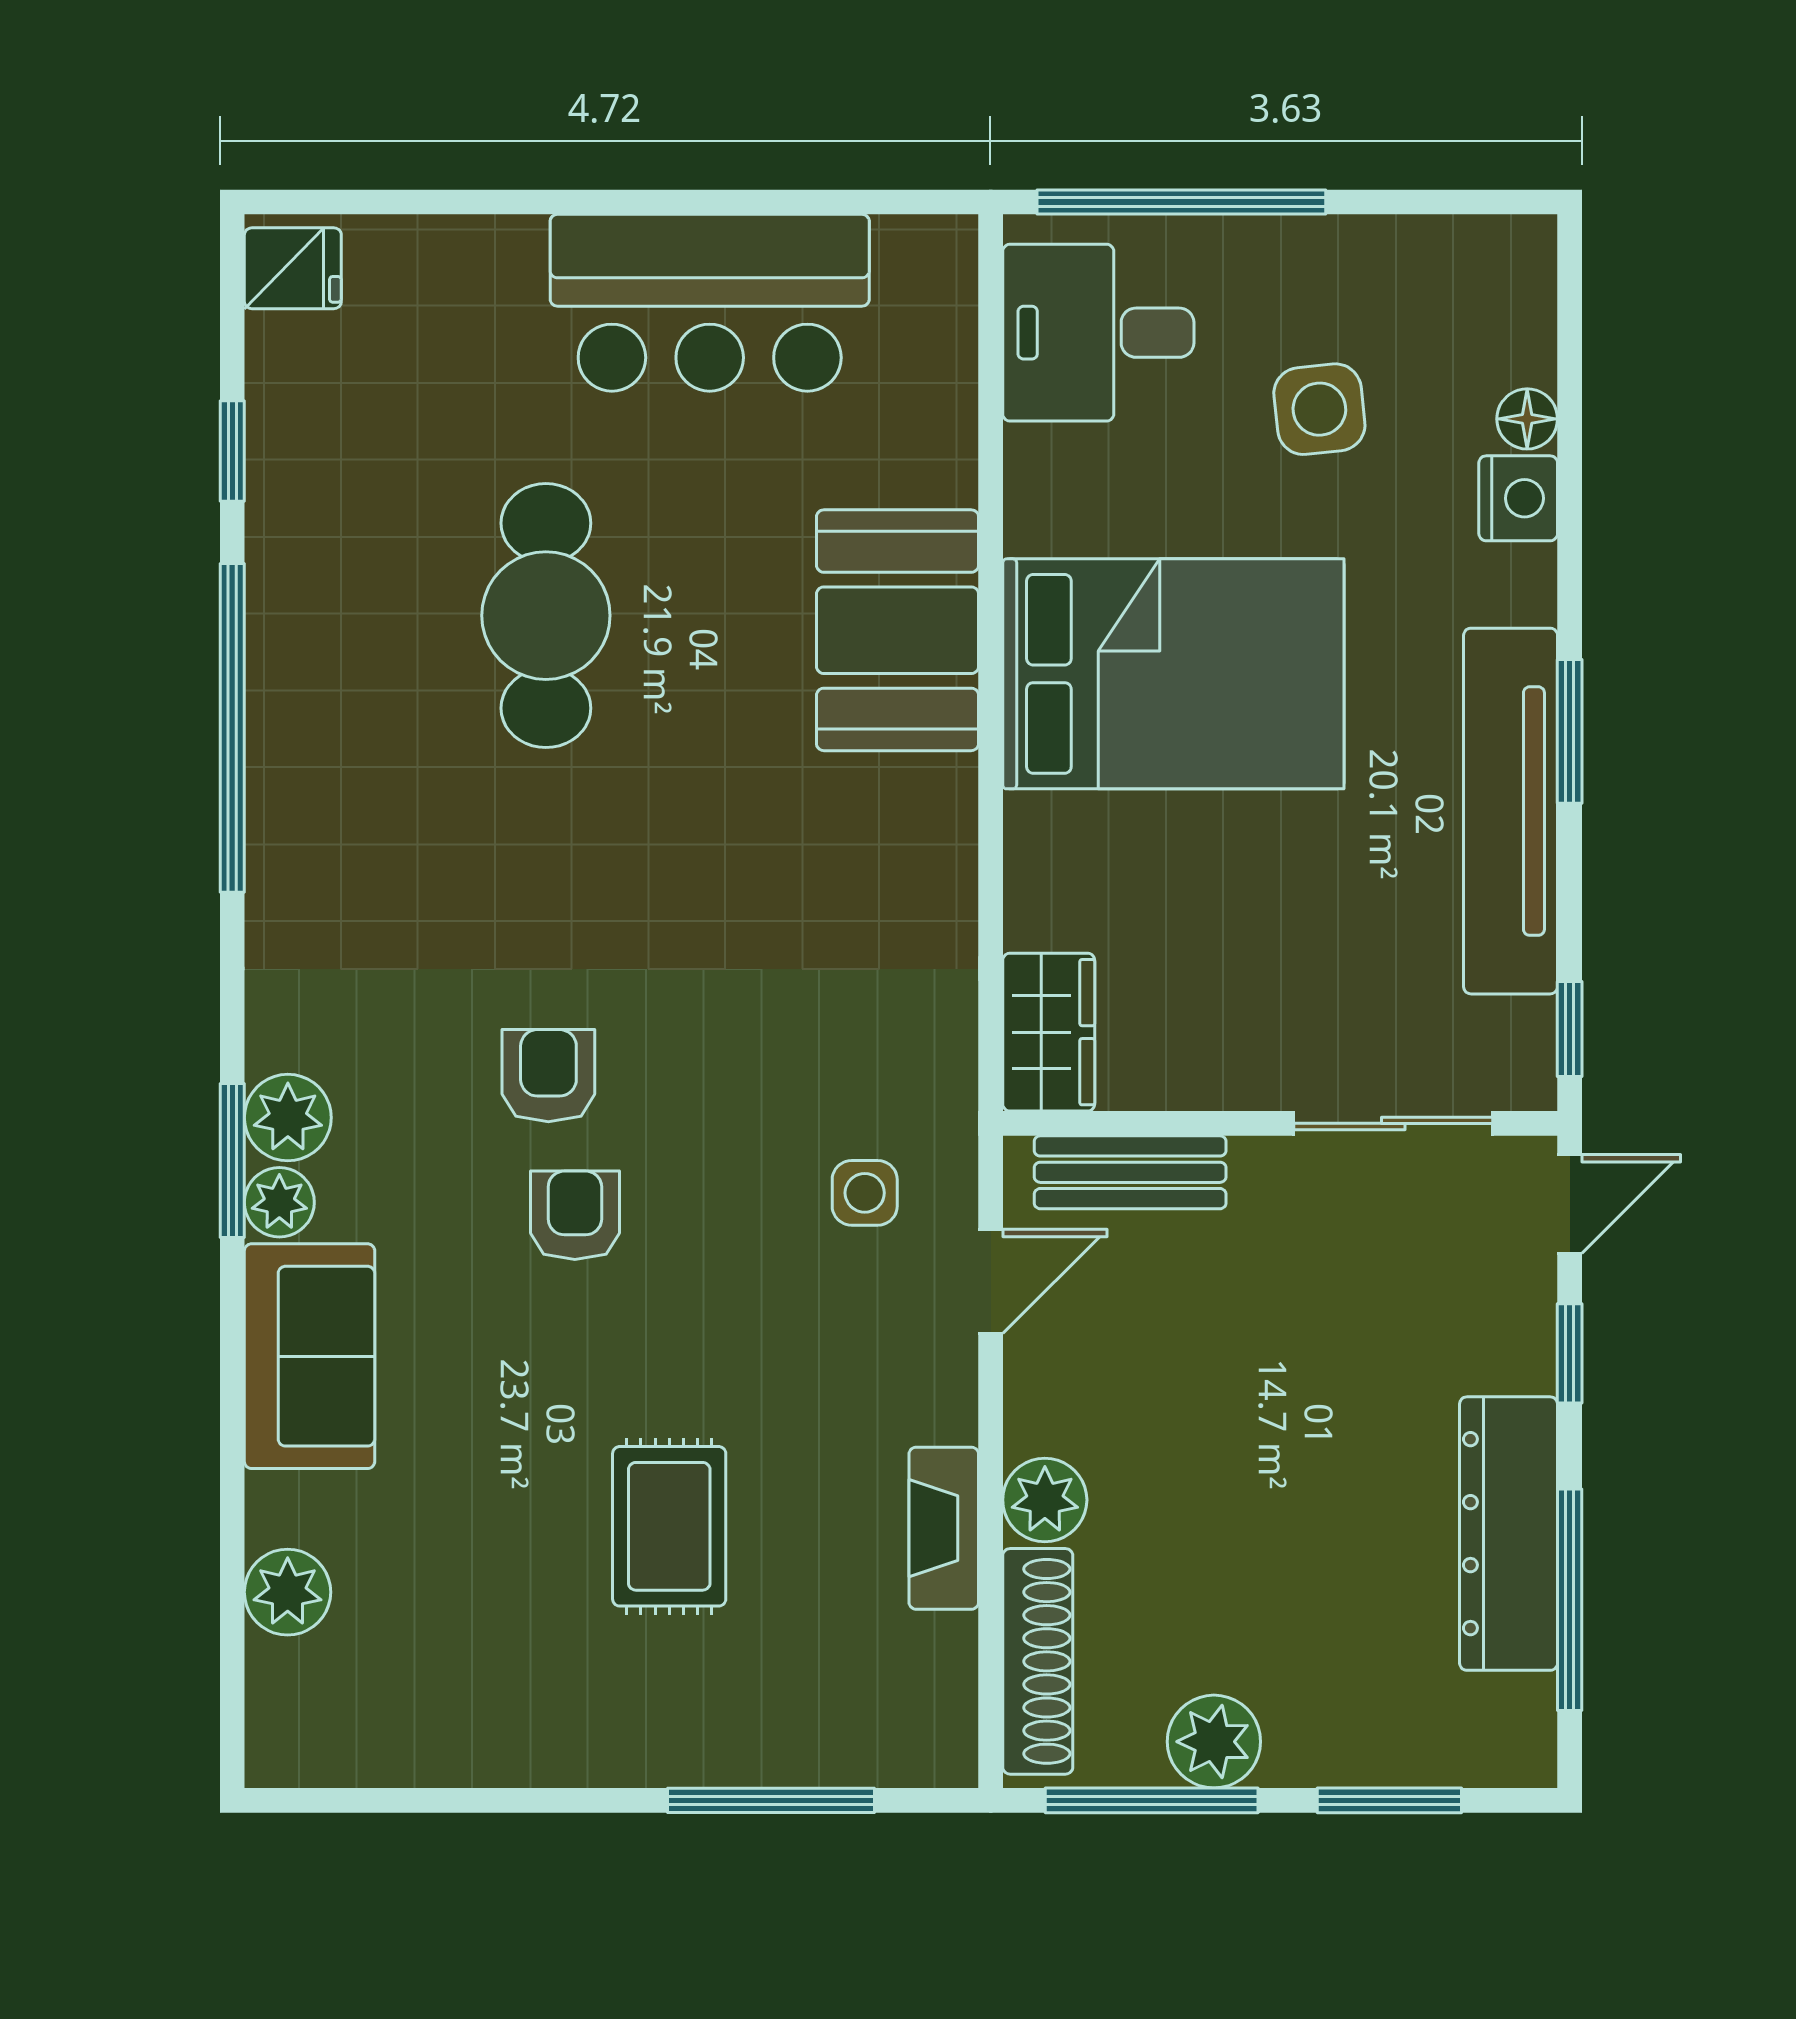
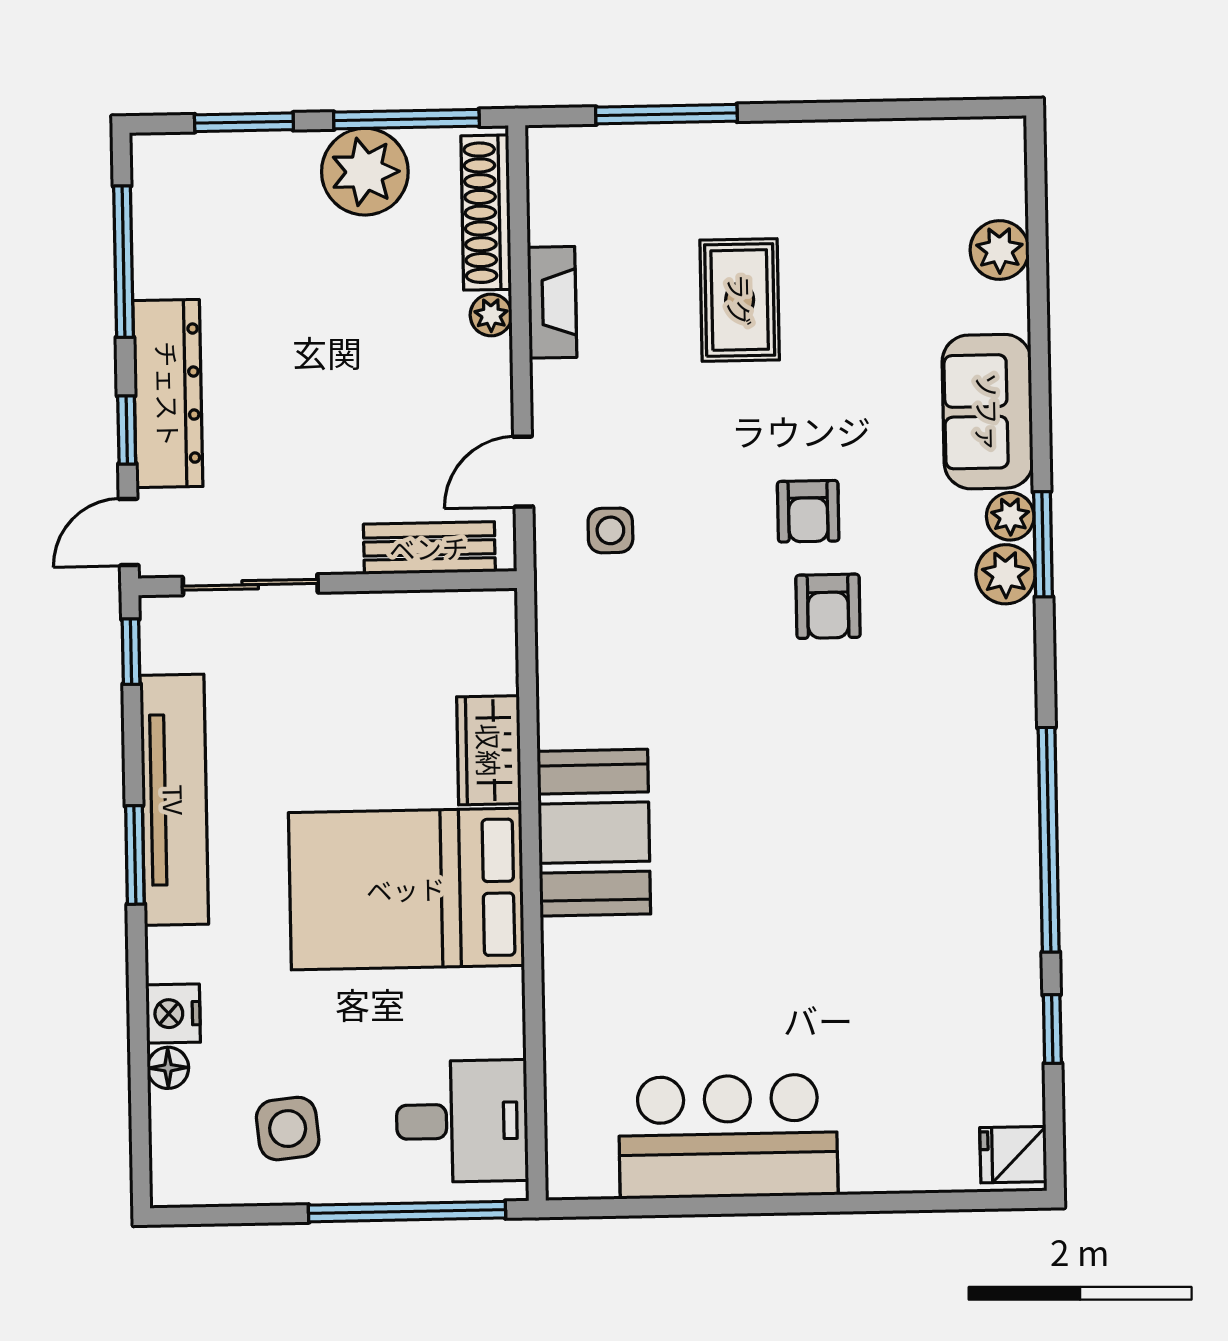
side table: (1319, 409) -> (288, 1129), moved
cafe table: (546, 616) -> (836, 921), removed
booth: (898, 630) -> (594, 833), moved
wardrobe: (1049, 1032) -> (489, 750), moved
plant: (1045, 1500) -> (491, 315), width x0.73, depth x0.73
dresser: (1509, 1534) -> (168, 394), moved
plant: (1214, 1742) -> (365, 172), width x1.36, depth x1.36

